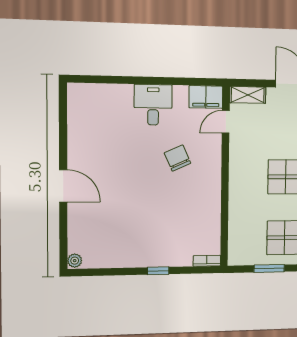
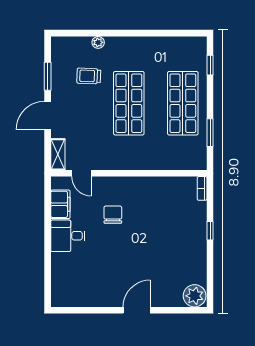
filing cabinet: (206, 97) -> (60, 204), moved
chair: (178, 158) -> (113, 215), turned 114
plant: (75, 261) -> (195, 296), width x1.88, depth x1.88

